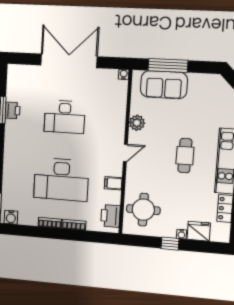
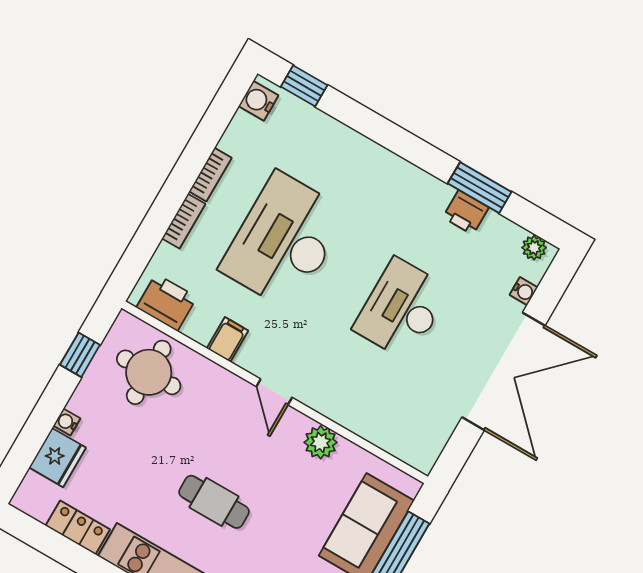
water cooler: (124, 74) -> (524, 291), moved
plant: (12, 75) -> (534, 248), added
window: (170, 244) -> (80, 355), moved

